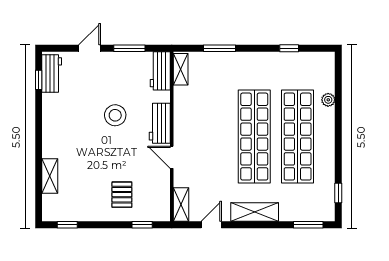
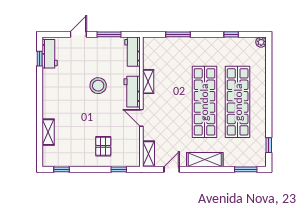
shelving: (181, 69) -> (148, 82), moved
plant: (328, 100) -> (261, 42), moved

